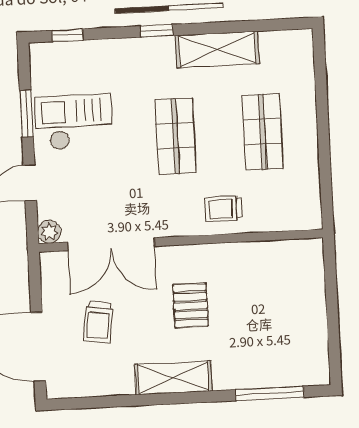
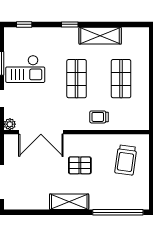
checkout: (74, 122) -> (25, 69), turned 180
pallet: (191, 306) -> (80, 165), turned 90
trolley: (98, 322) -> (126, 160), moved, width x1.36, depth x1.39
window: (270, 393) -> (118, 212), width x1.46

